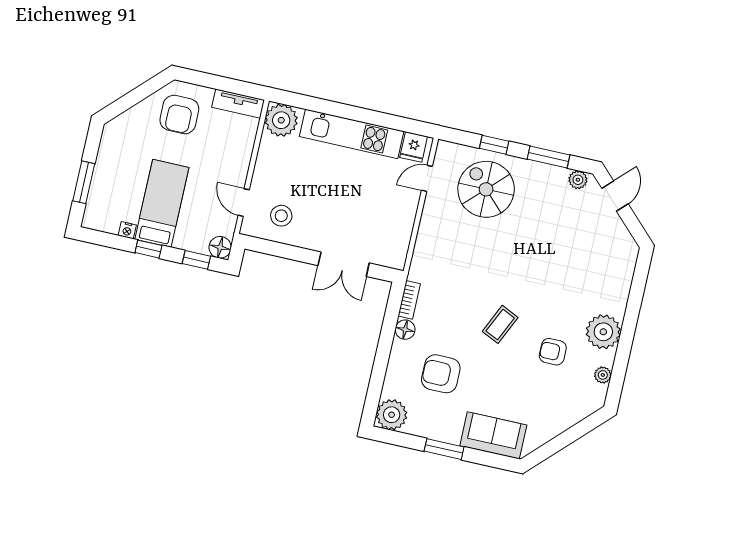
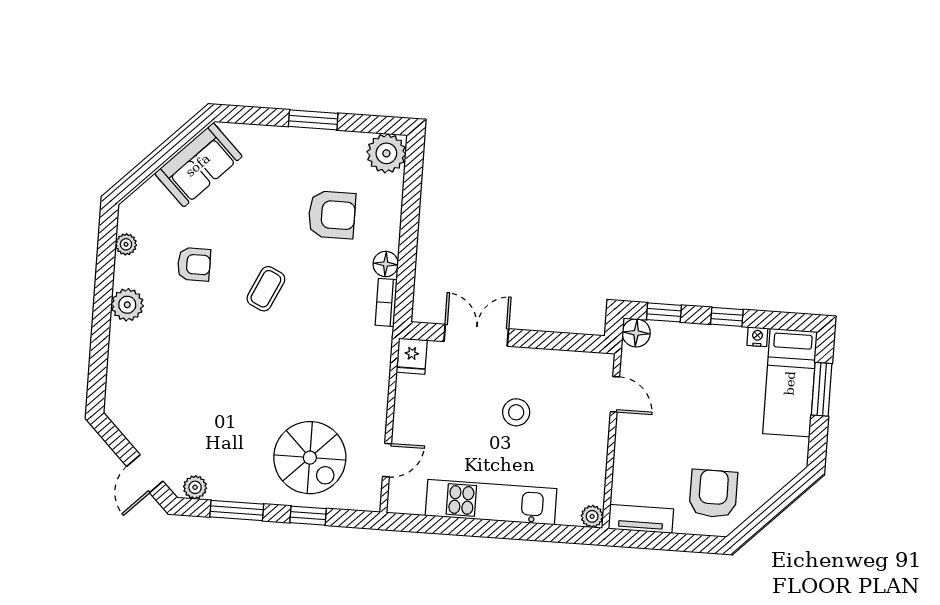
plant: (281, 120) -> (592, 516), width x0.53, depth x0.53
fridge: (414, 147) -> (412, 356), moved, turned 180
bed: (162, 203) -> (790, 383), moved
stool: (281, 216) -> (516, 412), moved
plant: (603, 332) -> (127, 305), width x0.73, depth x0.73
sofa: (493, 435) -> (198, 165), moved, turned -45

